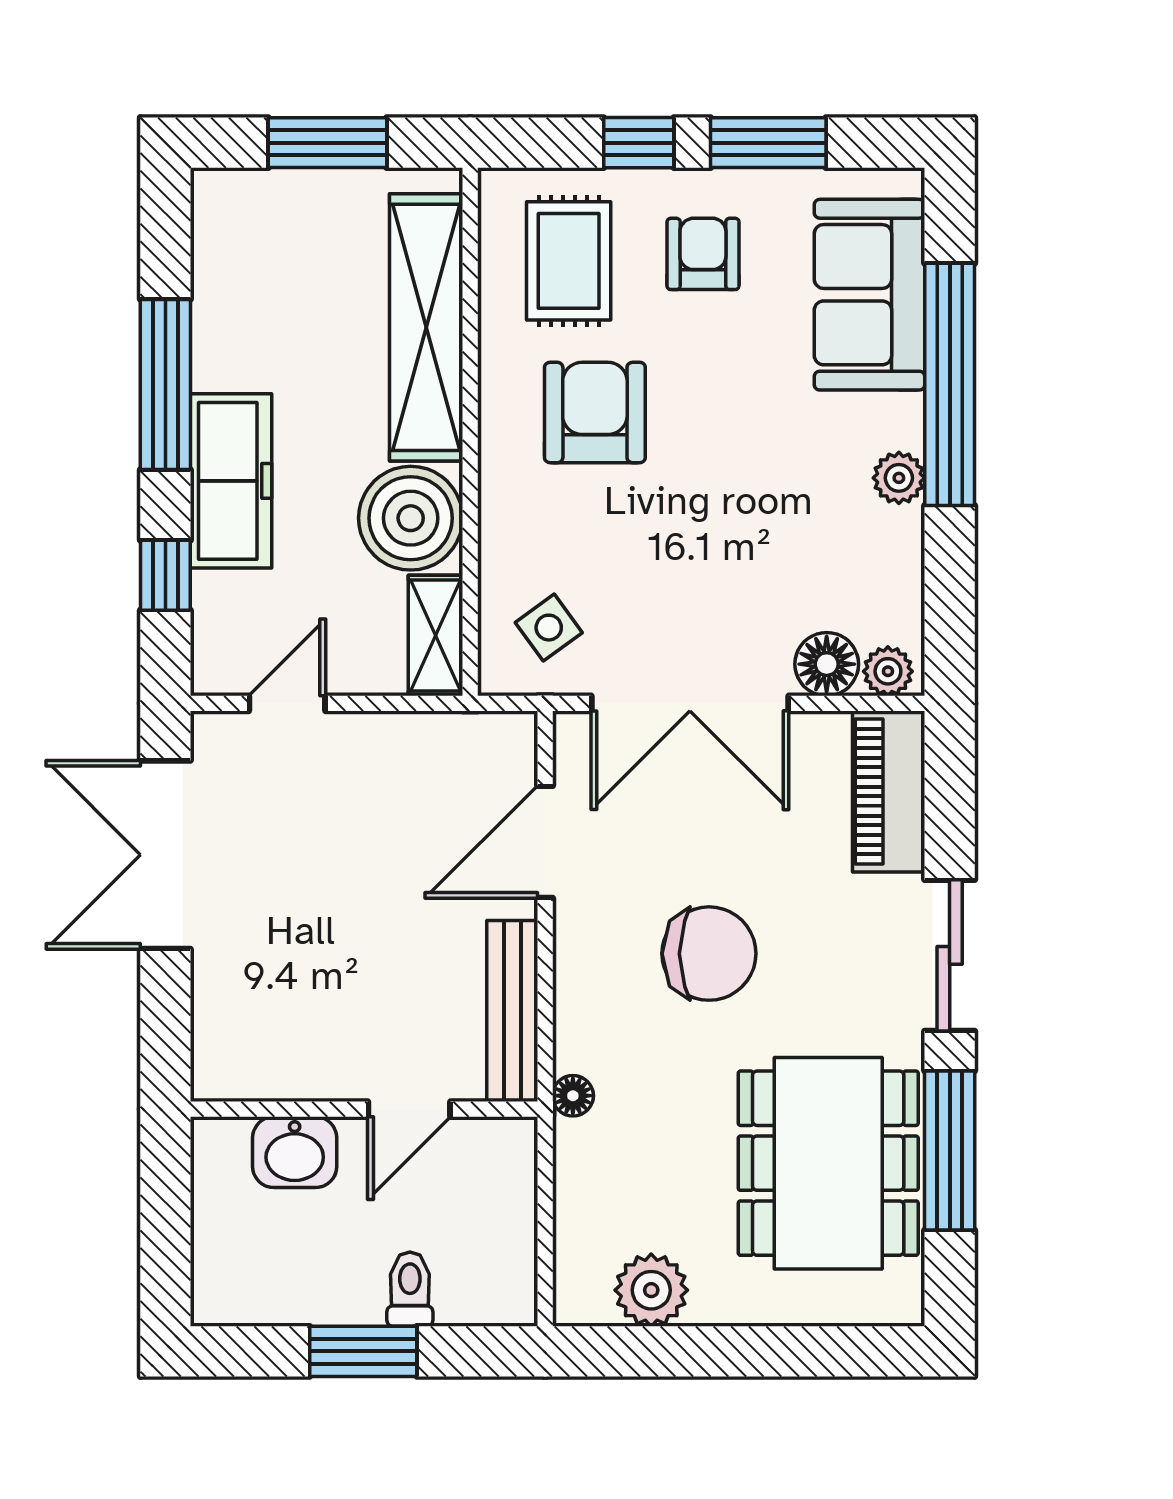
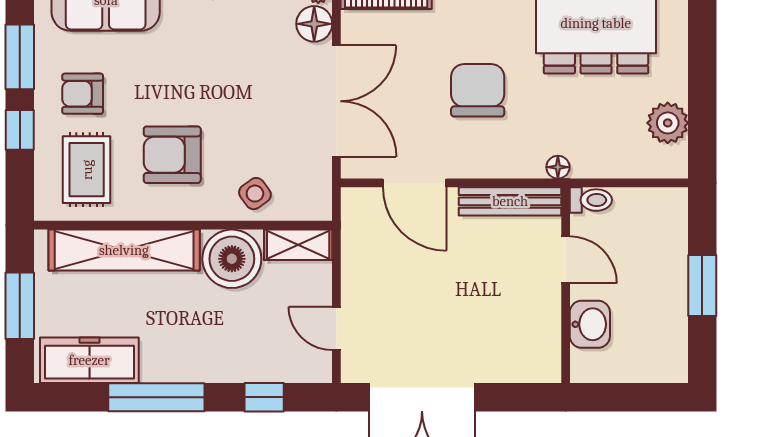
rug: (569, 261) -> (87, 170), turned 90
freezer: (231, 481) -> (89, 360), moved
side table: (549, 628) -> (255, 194), moved
toilet: (410, 1289) -> (591, 200), moved, turned 180

